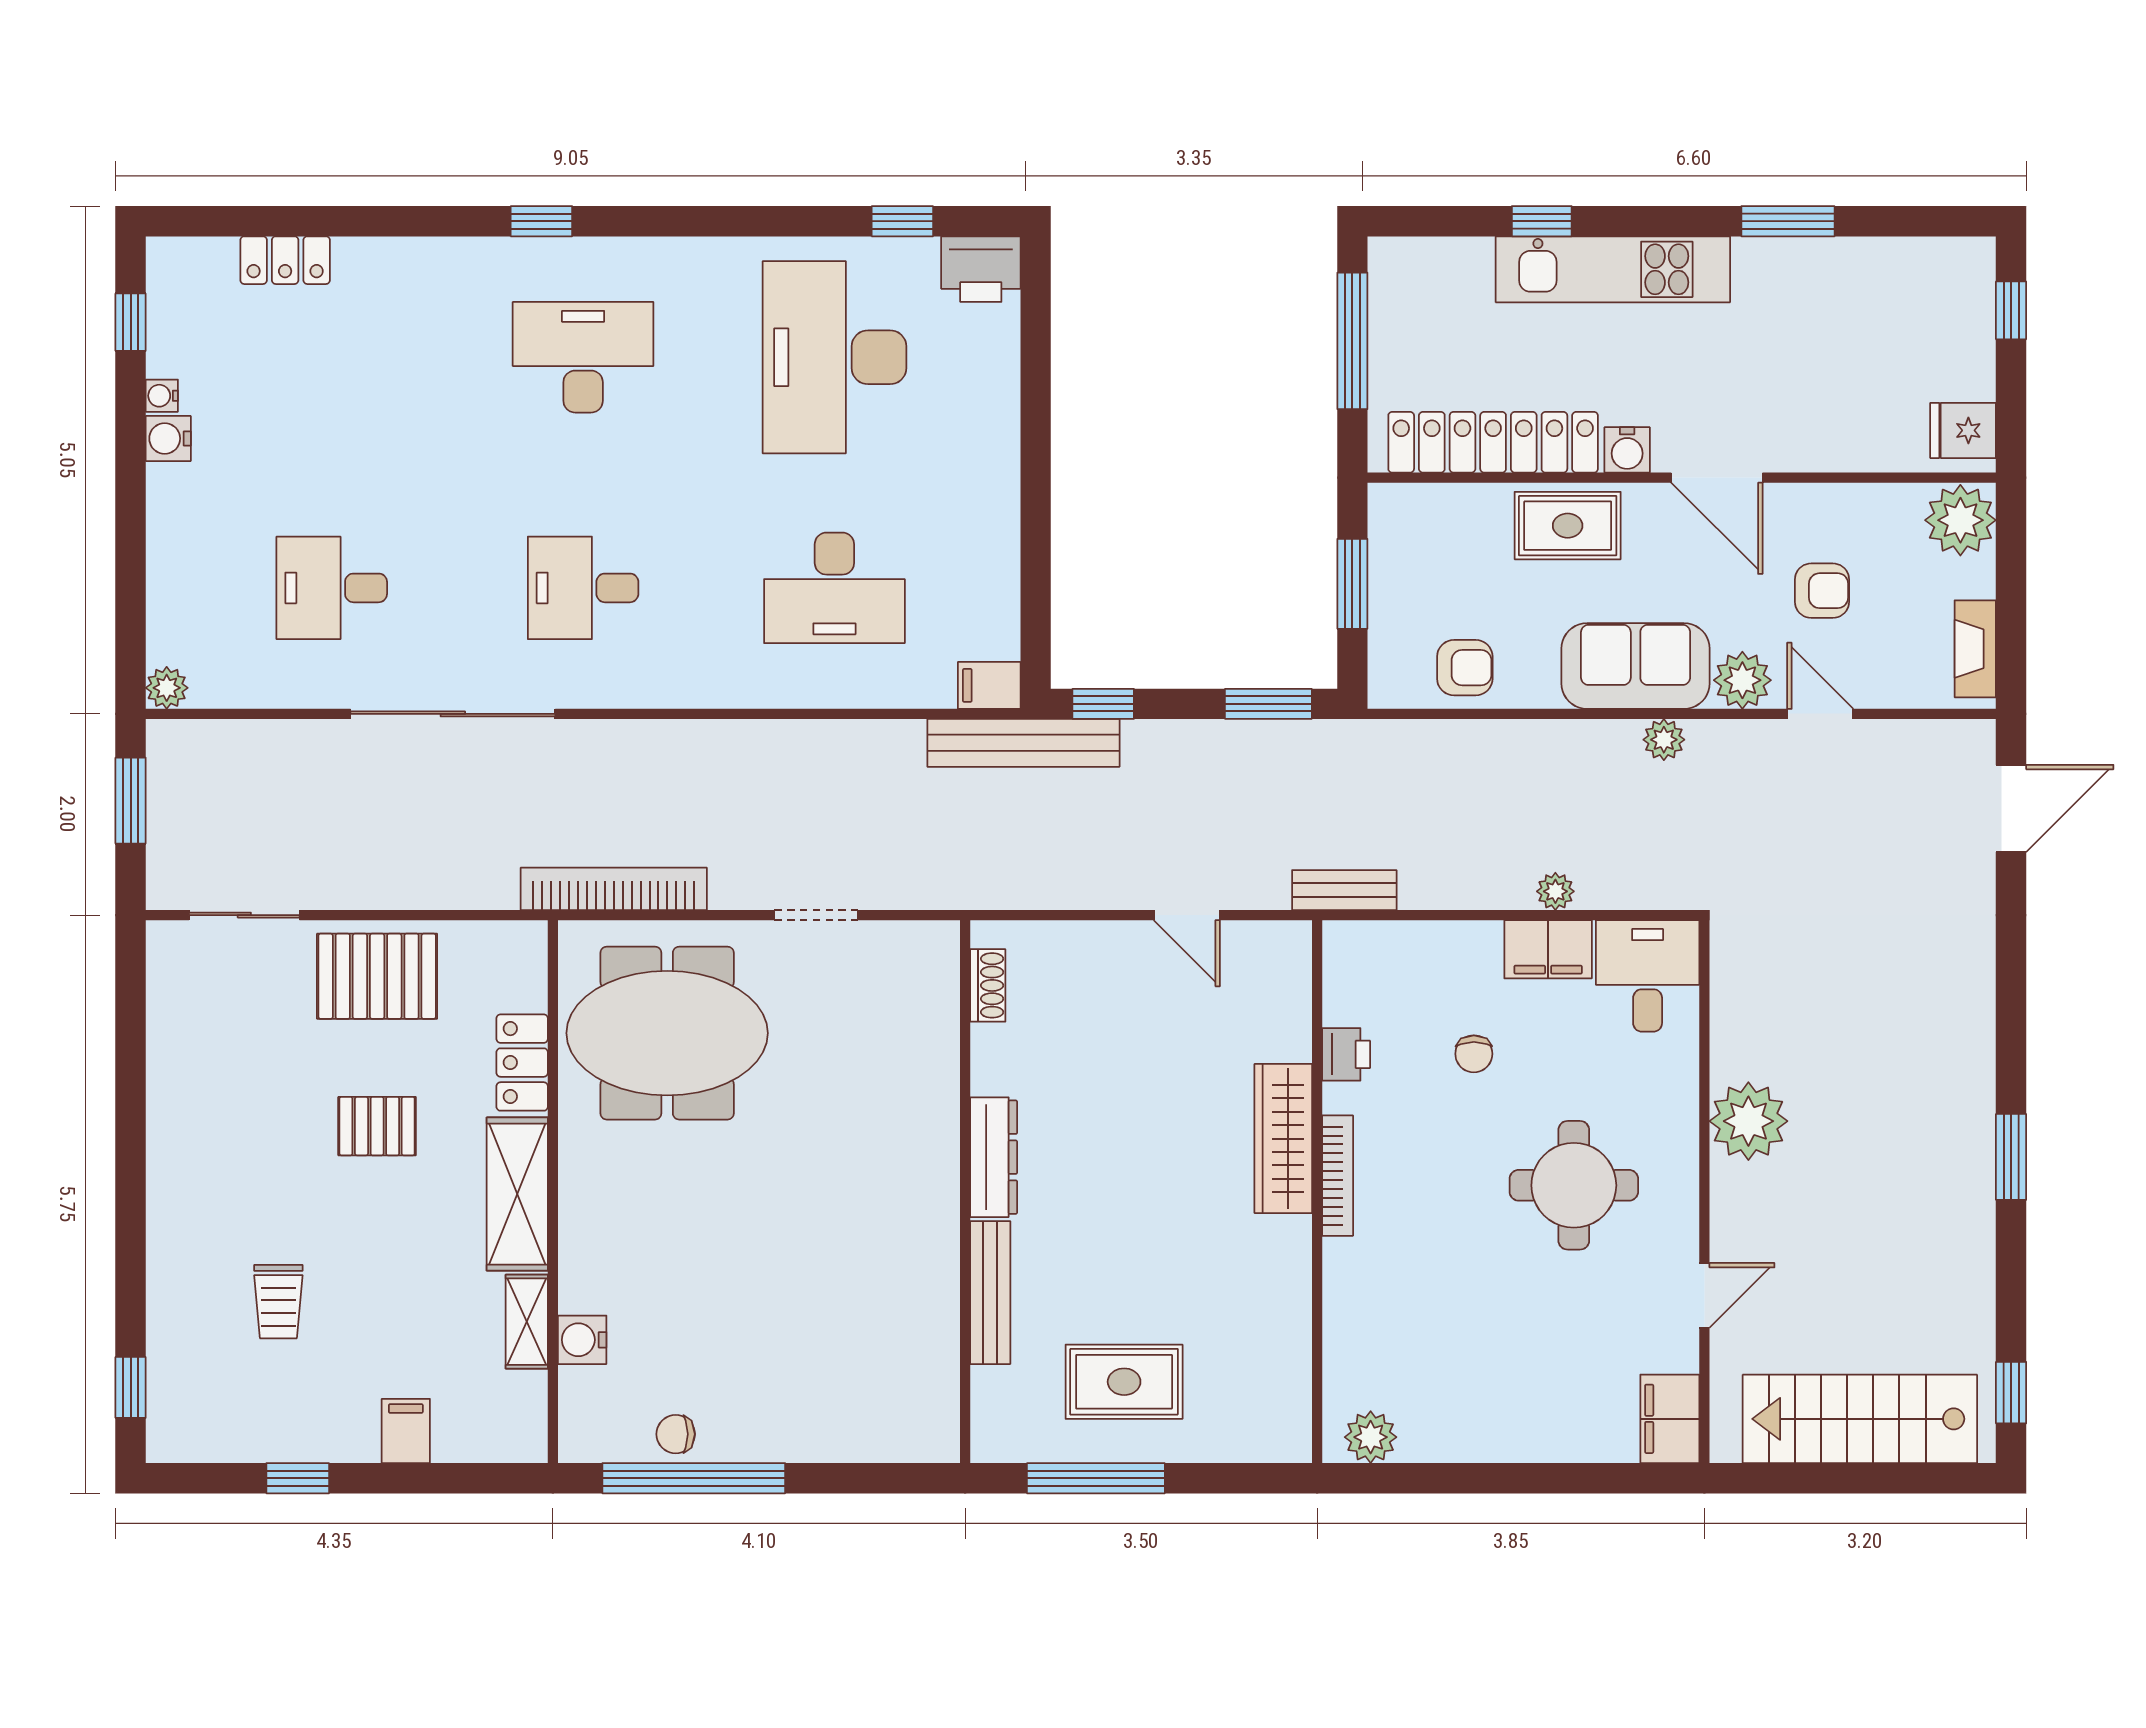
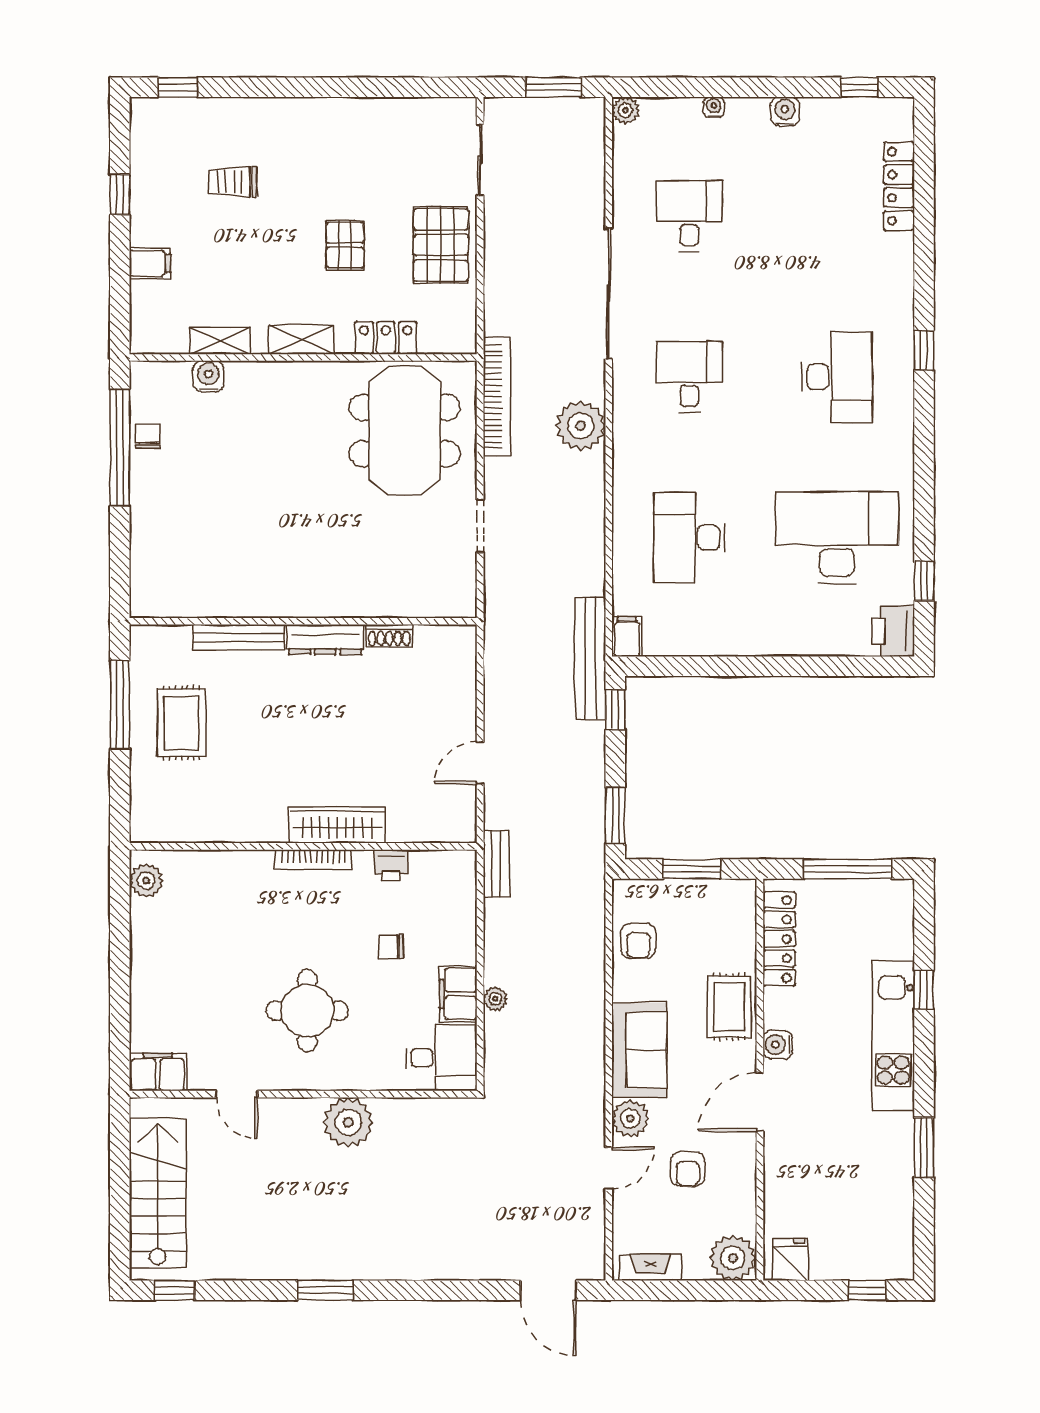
locker: (285, 260) -> (899, 186), width x1.53
water cooler: (162, 396) -> (714, 107), moved
locker: (1493, 442) -> (779, 939), width x0.71, depth x0.83
plant: (1664, 740) -> (581, 426), moved, width x1.88, depth x1.88
shoe rack: (988, 985) -> (389, 636), moved
shelving: (517, 1194) -> (302, 340), width x0.67, depth x0.75

